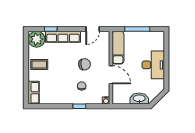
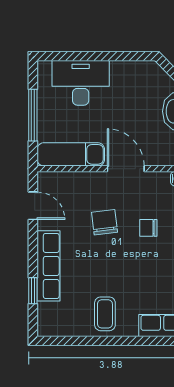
plant: (37, 39) -> (54, 319), removed
desk: (153, 65) -> (81, 83), moved
door: (111, 75) -> (126, 169), hinge flipped

